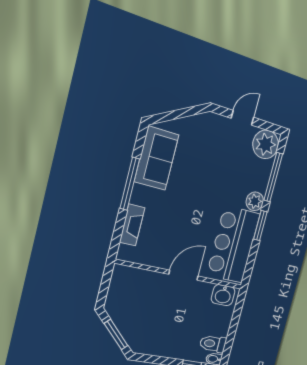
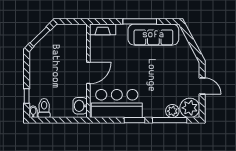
sofa: (157, 158) -> (153, 35), width x1.36
plant: (255, 201) -> (172, 111), moved
fireplace: (132, 225) -> (103, 29), moved
door: (184, 275) -> (88, 73), hinge flipped

